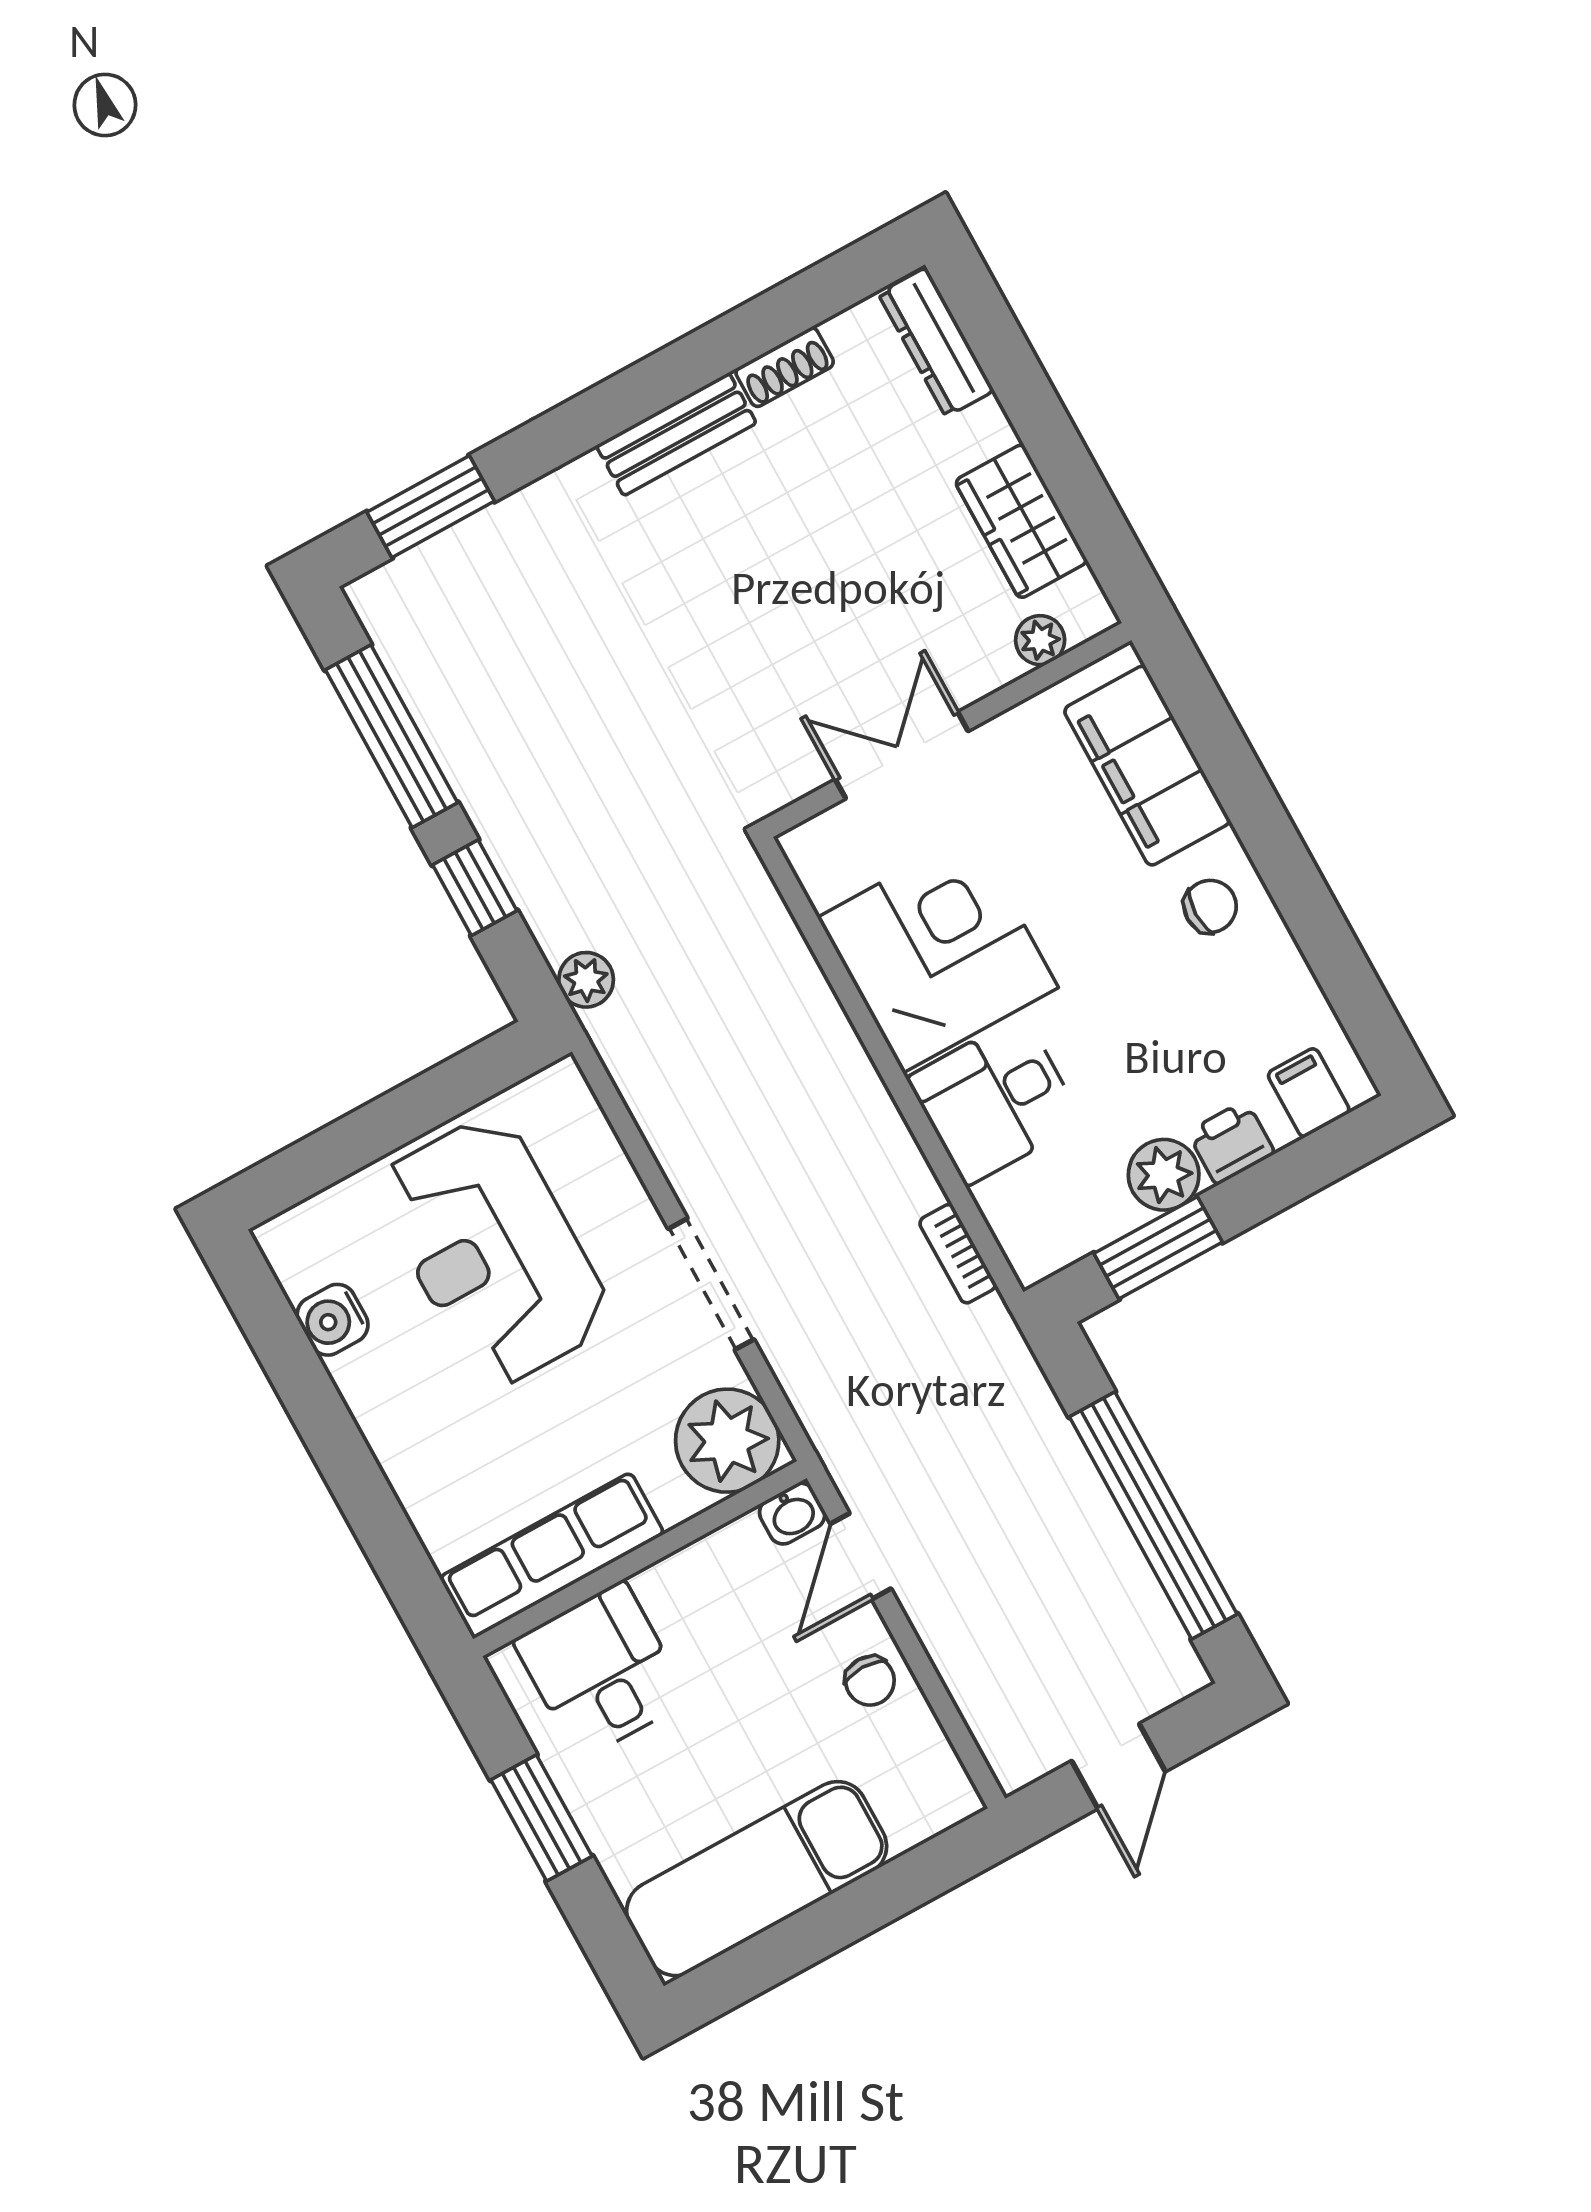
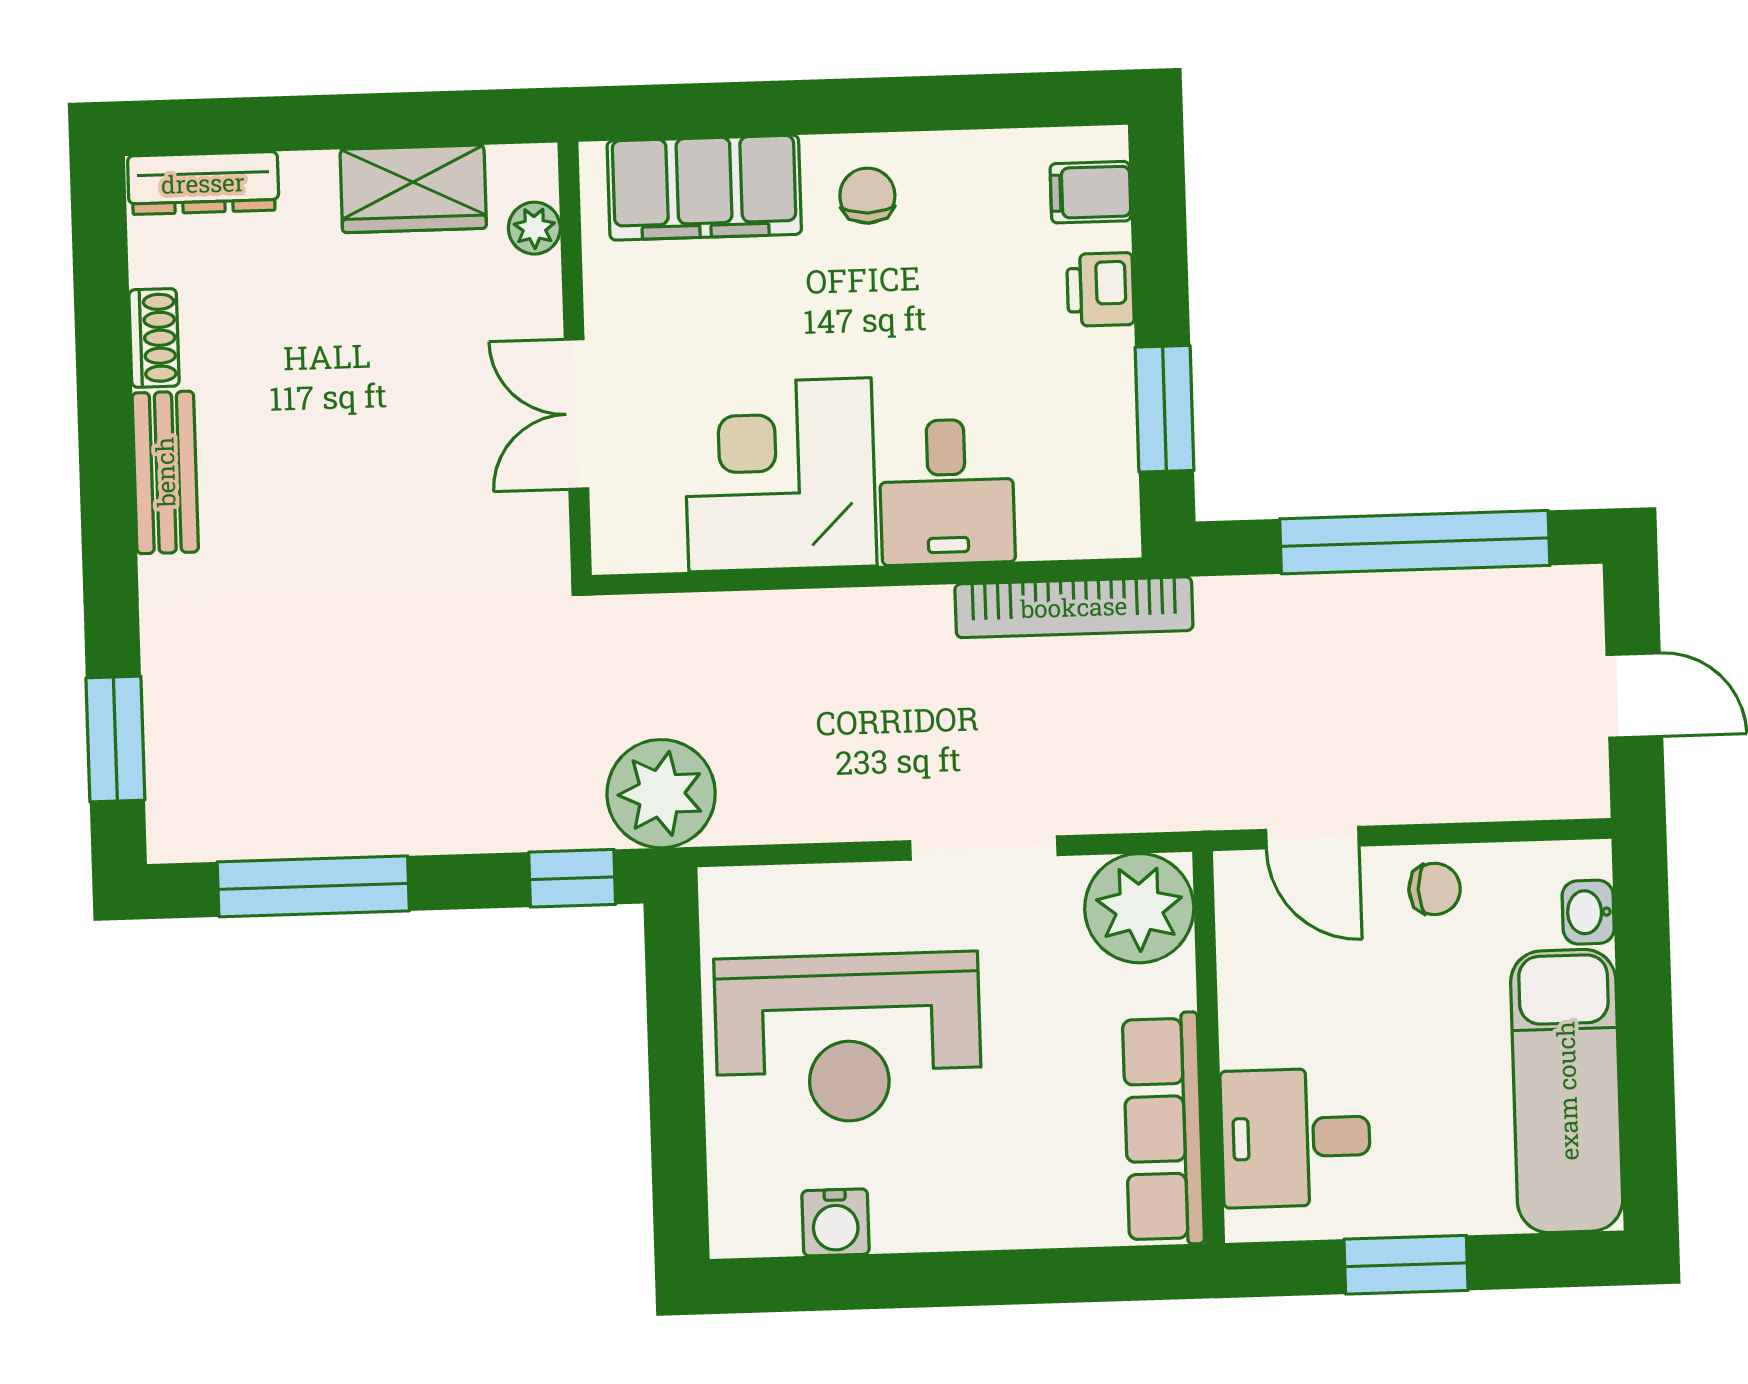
window: (475, 888) -> (572, 878), moved
plant: (586, 980) -> (661, 794), width x1.88, depth x1.88
plant: (1164, 1175) -> (1098, 369), removed
bookcase: (958, 1254) -> (1074, 607), width x2.31, depth x1.31
washbasin: (792, 1514) -> (1588, 912), moved, turned 180

